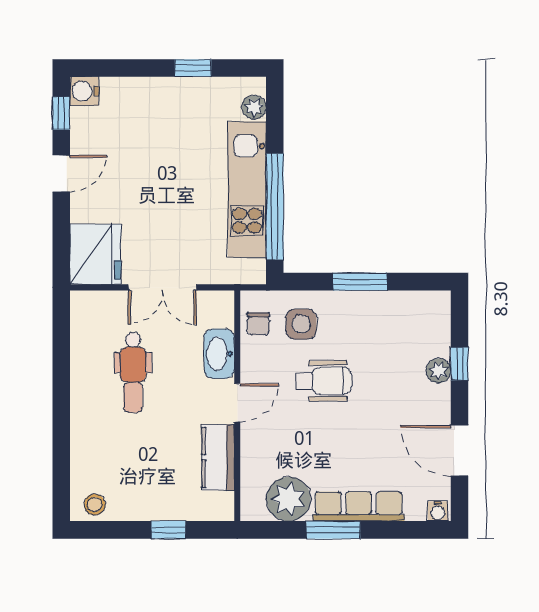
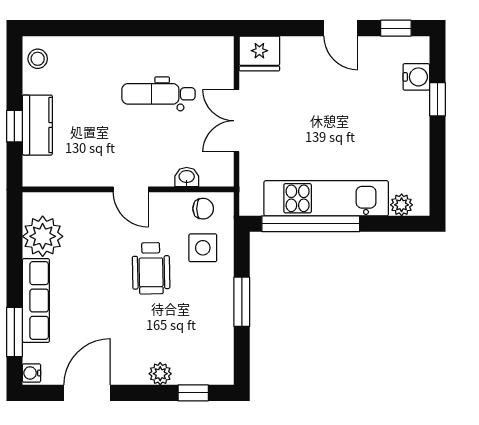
window: (193, 68) -> (437, 99), moved
water cooler: (84, 91) -> (416, 77), moved, turned 90
fridge: (95, 254) -> (259, 53), width x0.73, depth x0.75
chair: (258, 324) -> (203, 209), turned 180
washbasin: (219, 354) -> (187, 177), width x0.52, depth x0.69
window: (460, 364) -> (193, 393), moved
kitchen counter: (218, 457) -> (37, 125), moved, turned 90
window: (333, 530) -> (14, 332), moved

